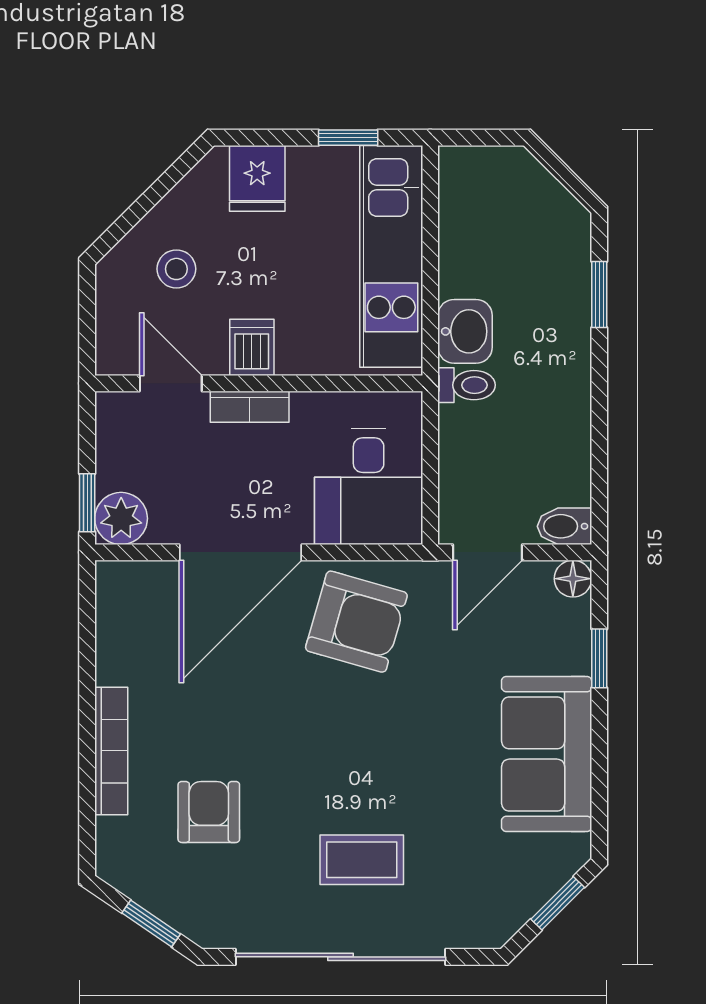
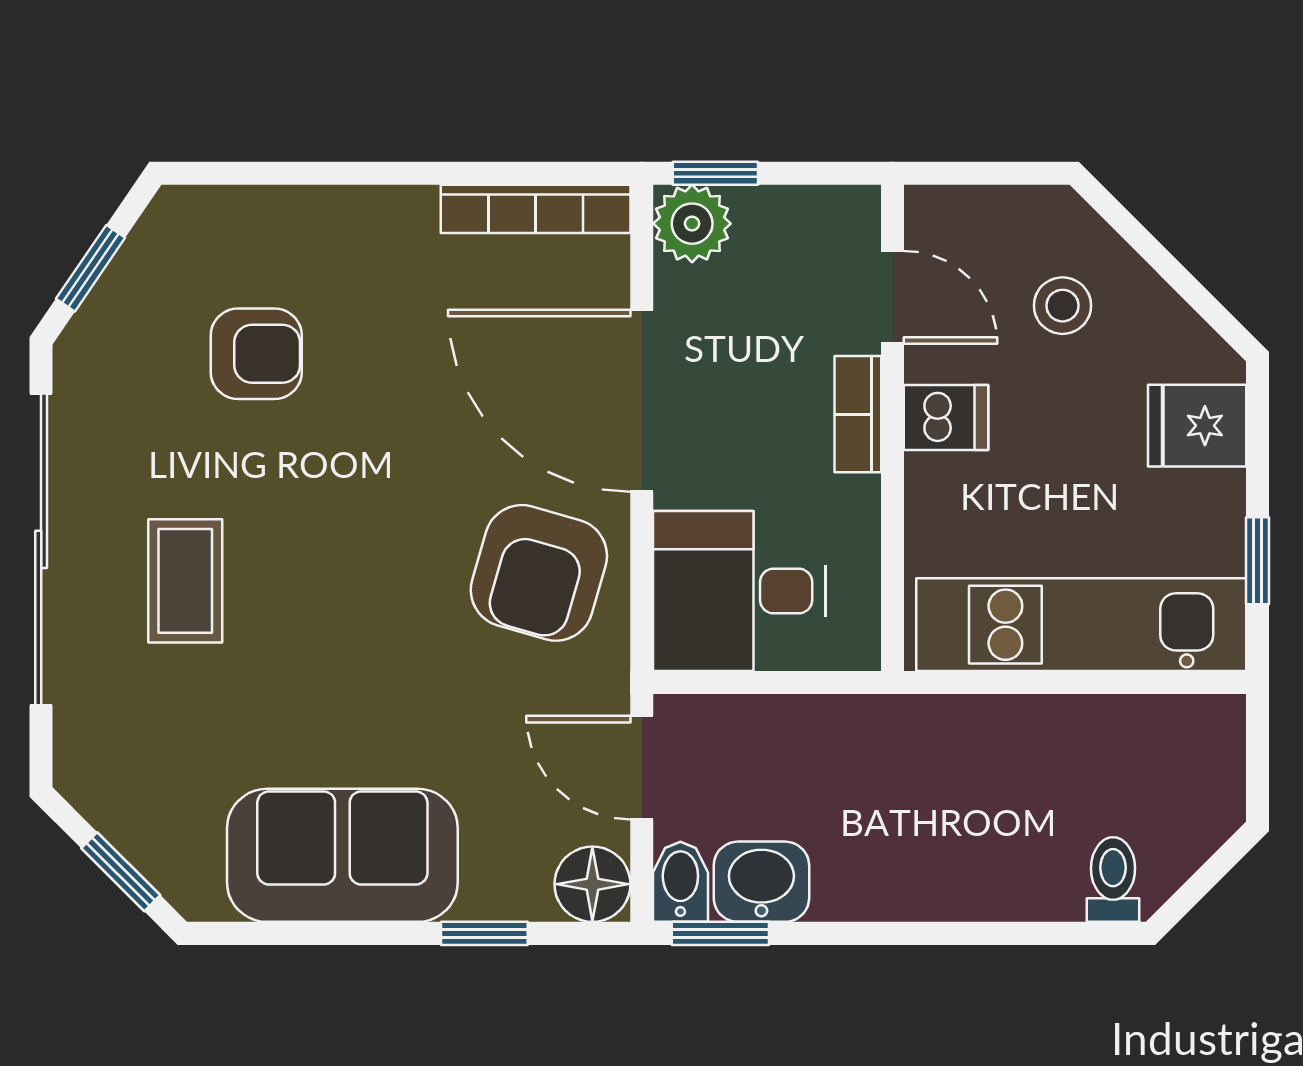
window: (599, 295) -> (720, 933), moved
washbasin: (465, 331) -> (761, 882), moved, turned 180
door: (171, 383) -> (893, 297), hinge flipped
toilet: (467, 385) -> (1113, 880), moved, turned 180
floor lamp: (573, 579) -> (592, 884), width x1.37, depth x1.37
bookcase: (111, 751) -> (536, 209), moved

